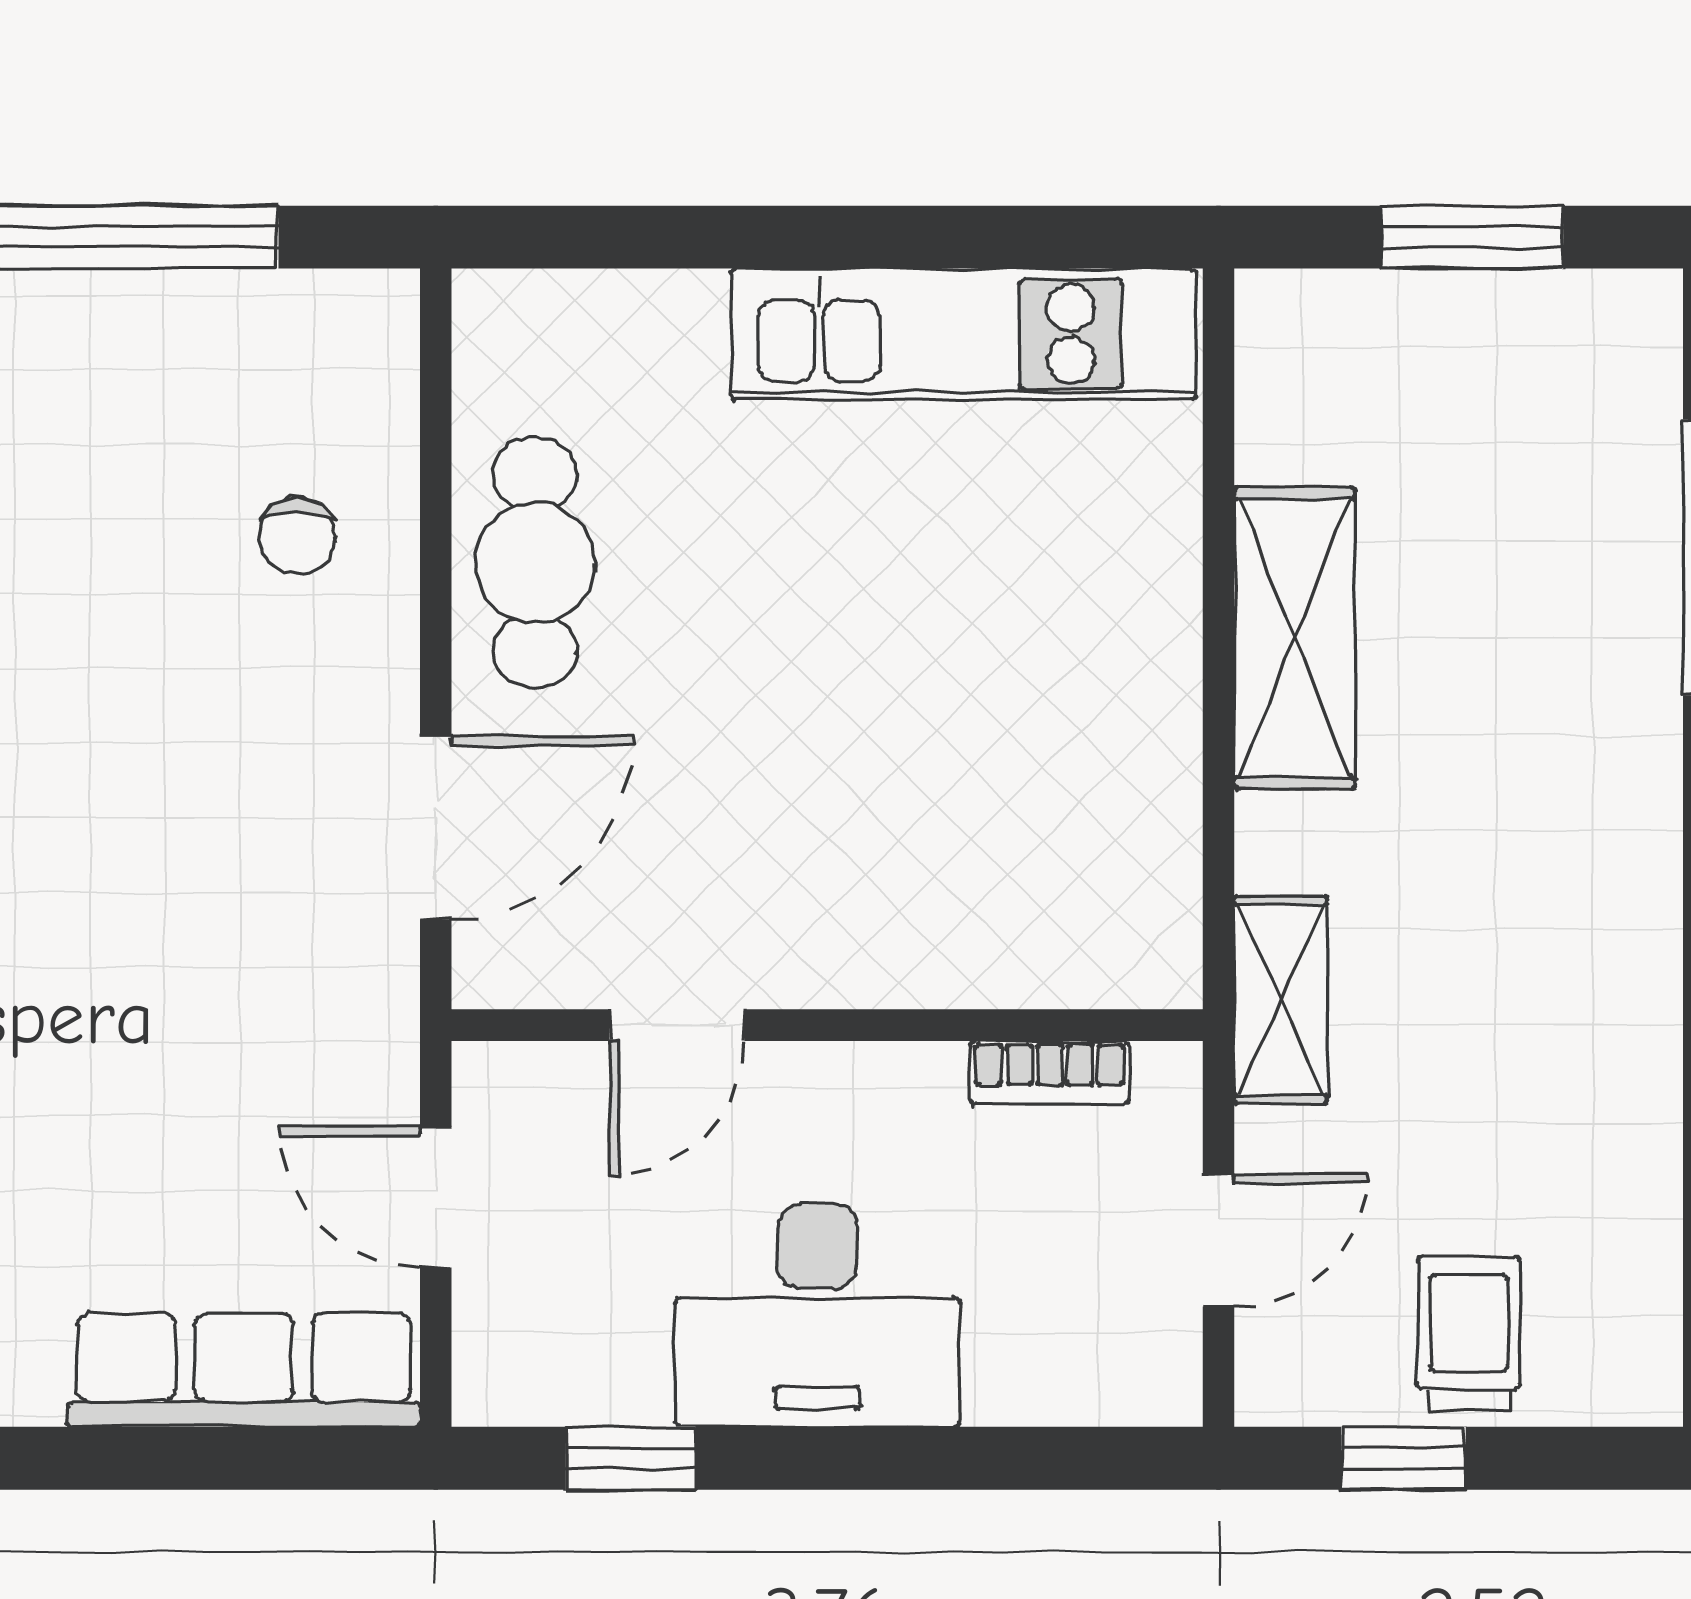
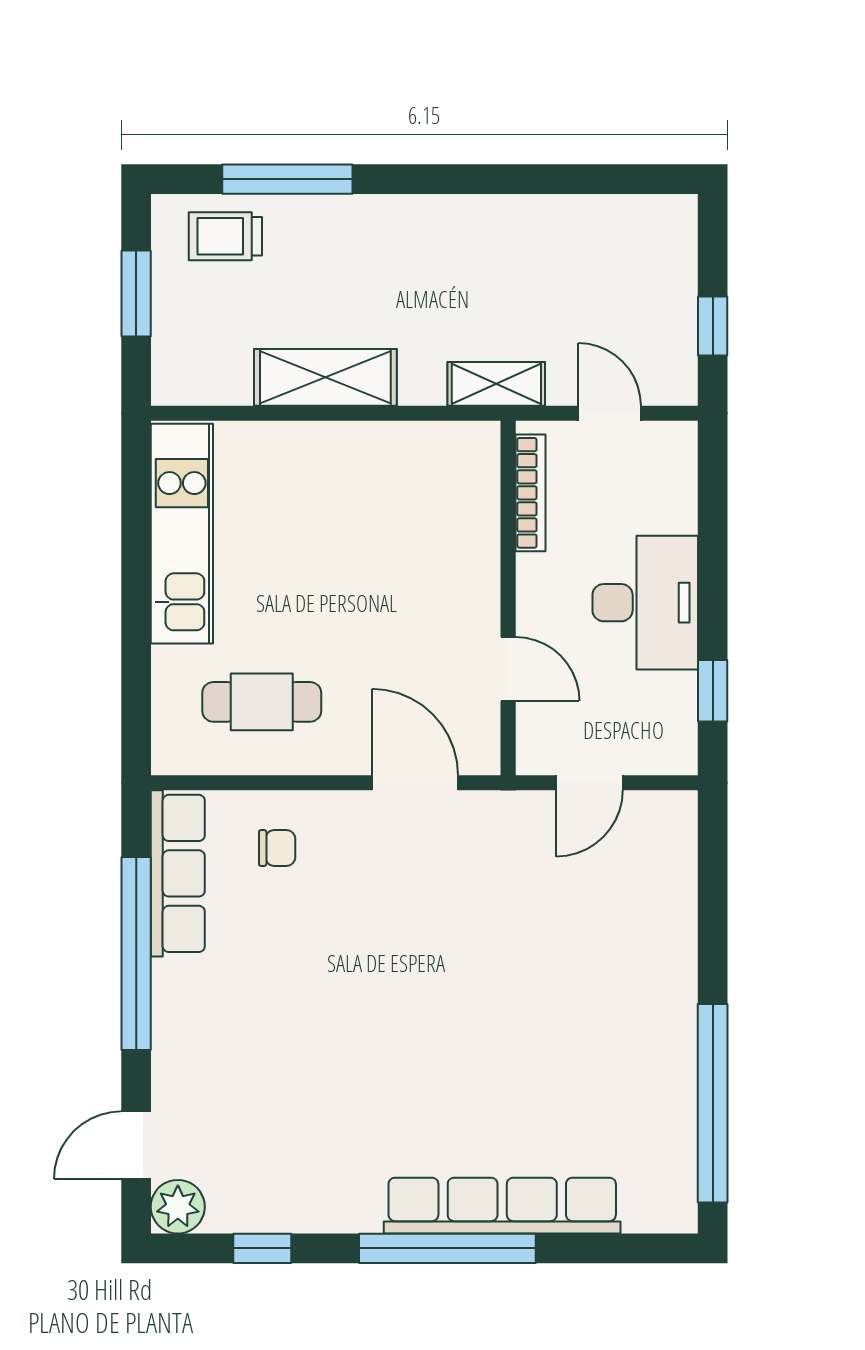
cafe table: (535, 563) -> (262, 702), moved
bookcase: (1050, 1073) -> (530, 493), width x1.56
trolley: (1469, 1334) -> (225, 236), moved
row of seats: (244, 1370) -> (178, 873), moved, turned 180

